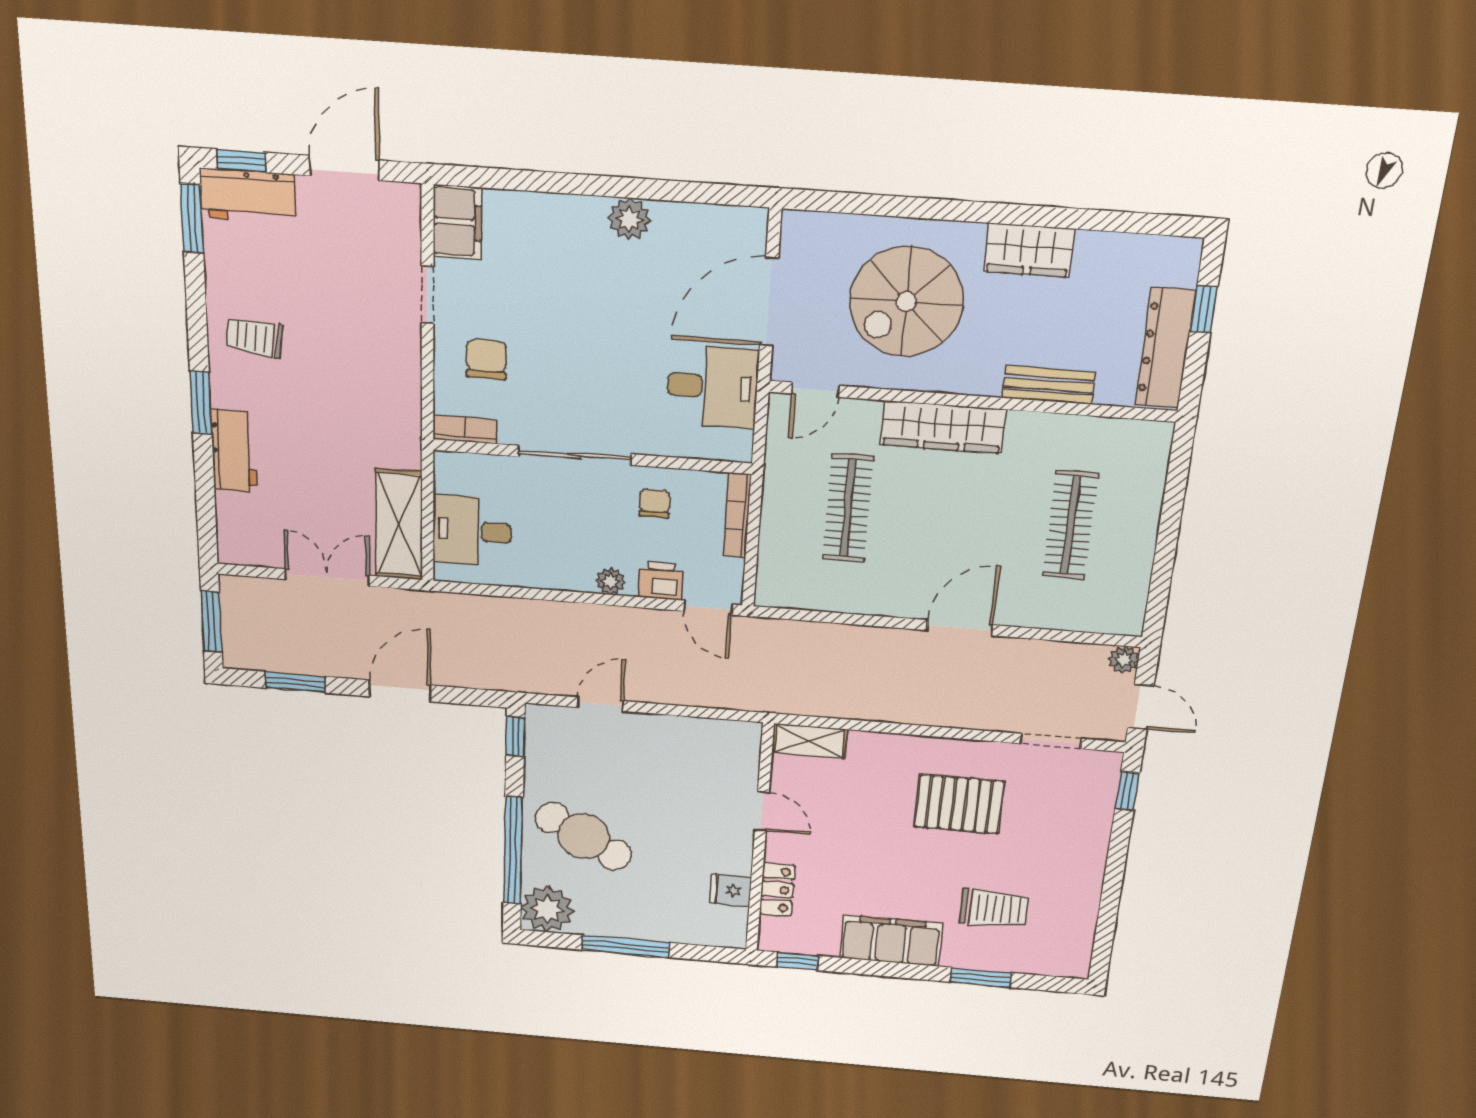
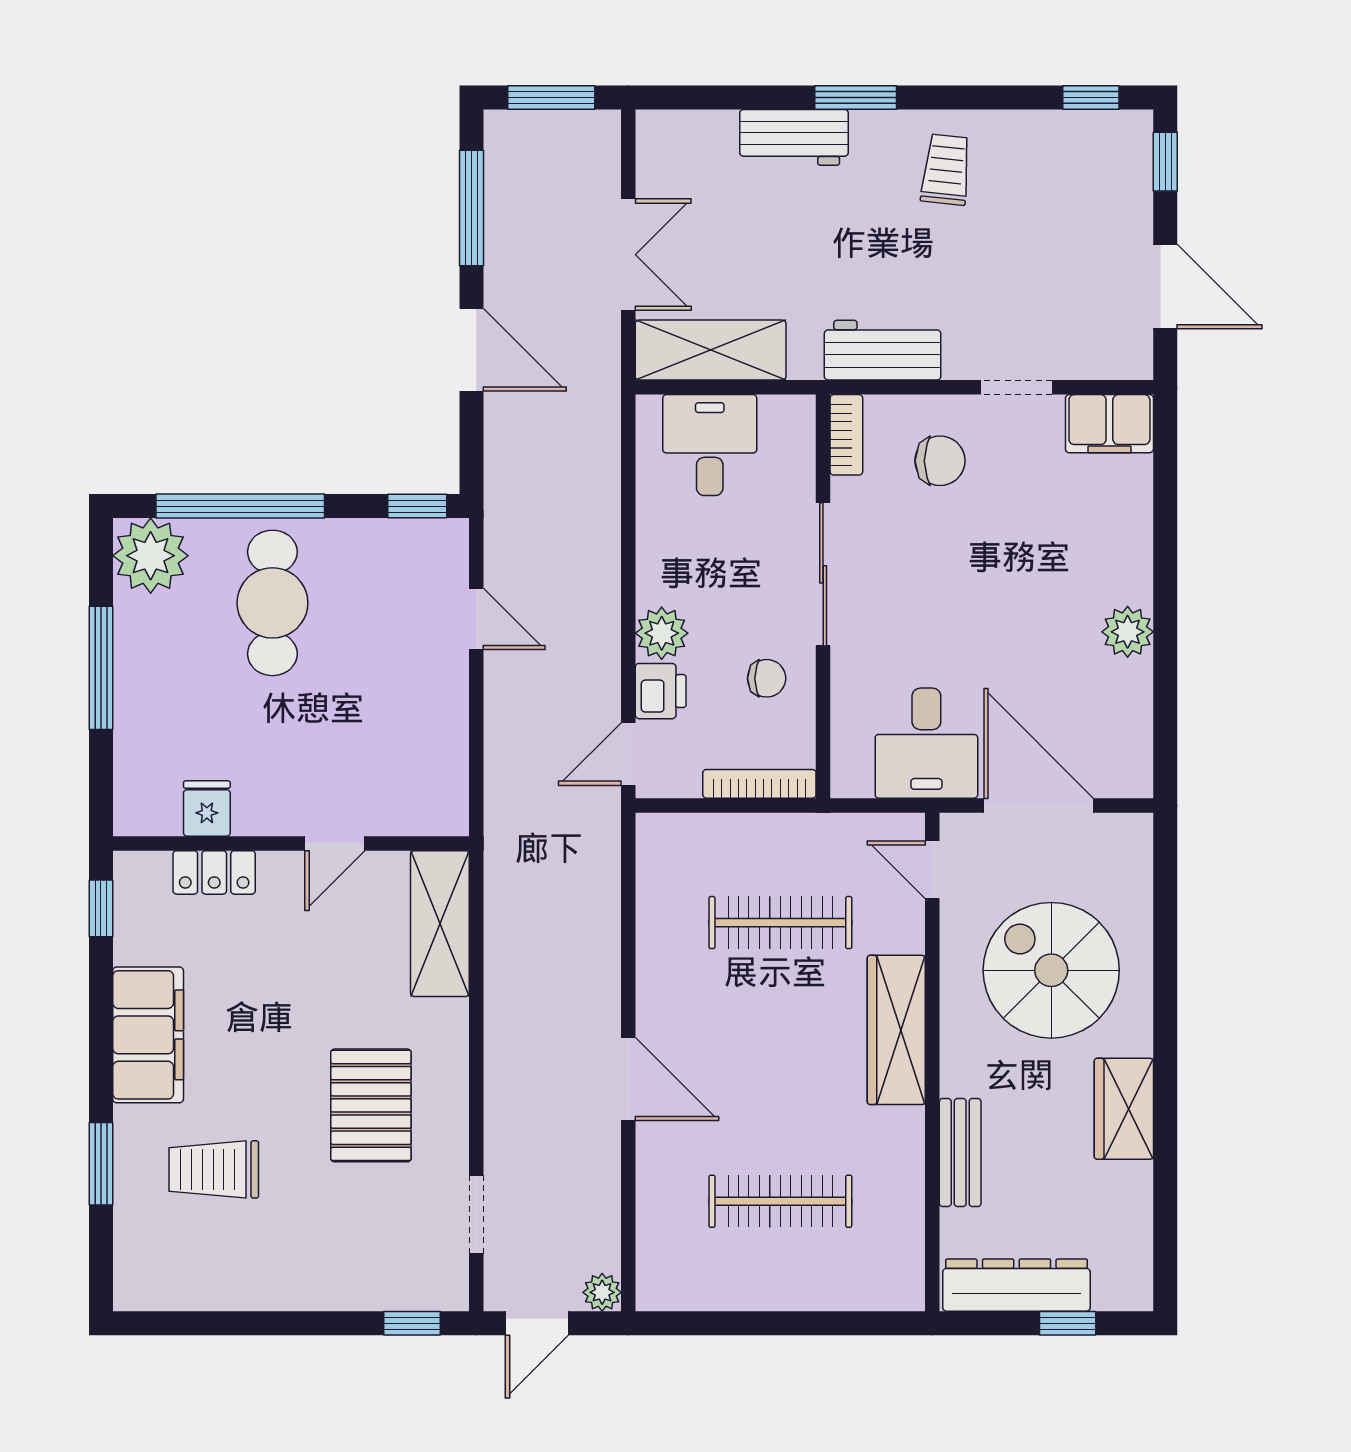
workbench: (248, 196) -> (883, 350), moved, turned 90
window: (192, 218) -> (1091, 98), width x0.67
plant: (610, 581) -> (662, 633), width x1.38, depth x1.38
window: (295, 682) -> (472, 208), width x1.44
shelving: (809, 741) -> (440, 924), width x1.50, depth x1.33
cafe table: (584, 836) -> (272, 603), turned -30
trolley: (994, 909) -> (214, 1169), turned 90

